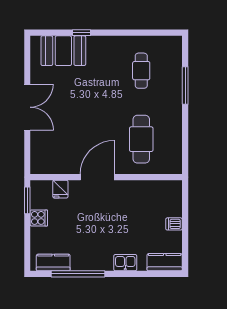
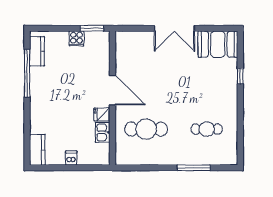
booth: (63, 51) -> (218, 44), moved, turned 90
fridge: (60, 189) -> (102, 115), moved
kitchen sink: (125, 263) -> (103, 132), moved, turned 180

